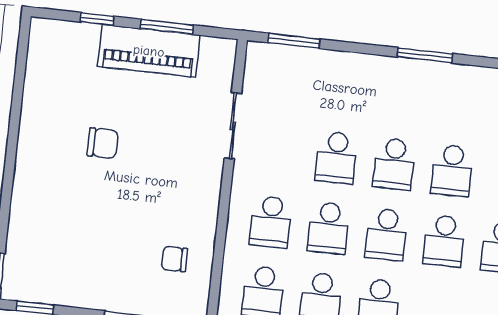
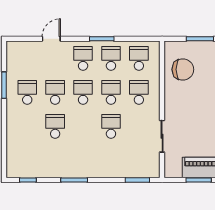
school desk: (394, 164) -> (83, 126), removed
chair: (175, 259) -> (183, 69), width x1.87, depth x1.87

